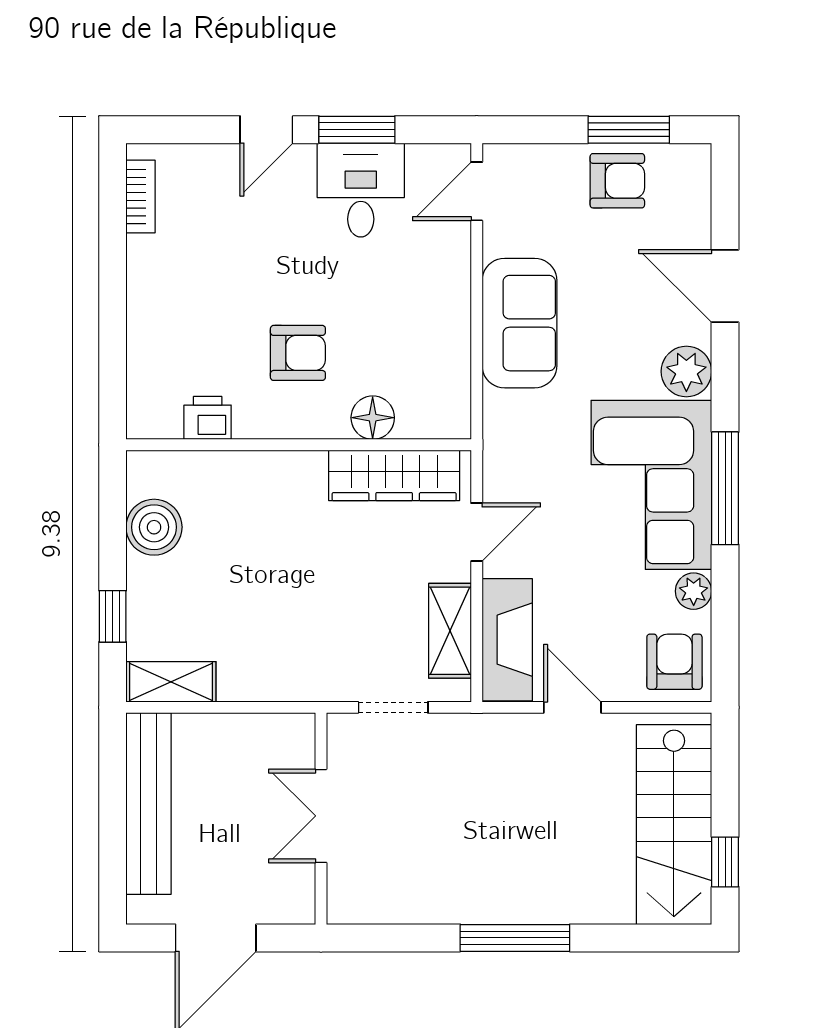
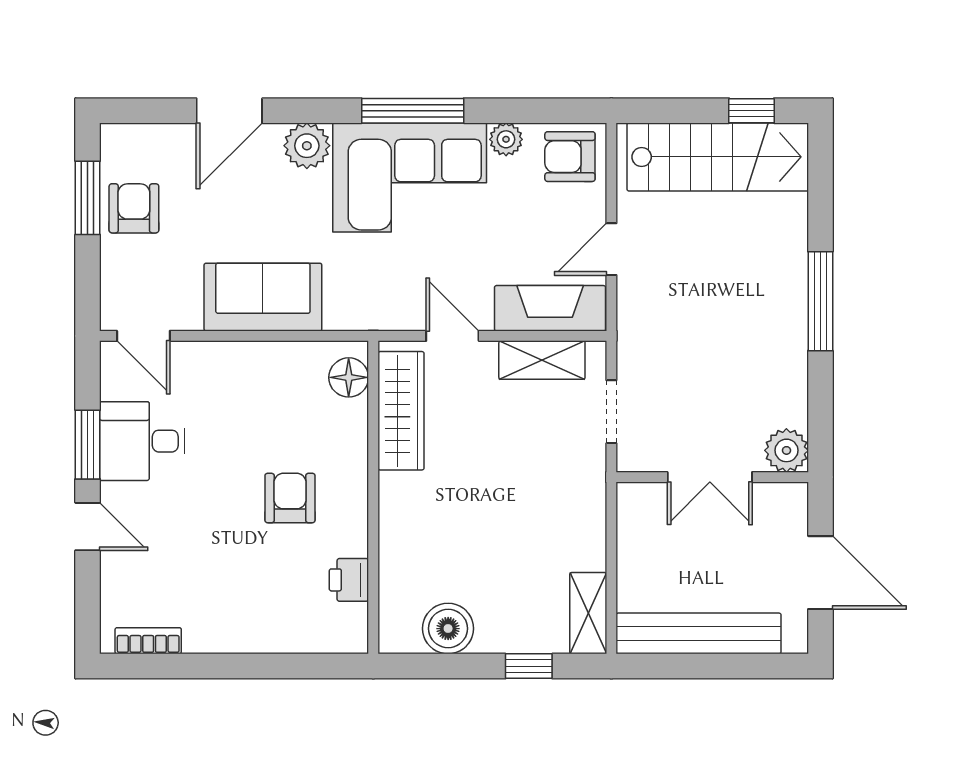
floor lamp: (373, 418) -> (349, 377), moved
plant: (350, 900) -> (786, 450), added

